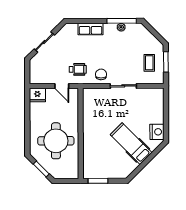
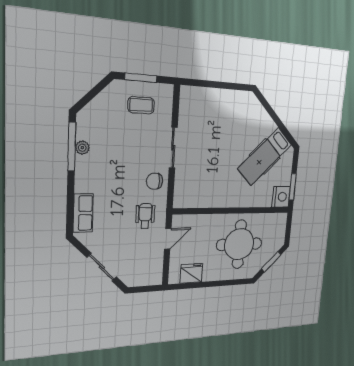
row of seats: (91, 29) -> (83, 213), moved
fridge: (37, 95) -> (191, 273), moved, turned -90
nightstand: (157, 132) -> (281, 197), moved, turned 90
hospital bed: (131, 144) -> (265, 157), moved

